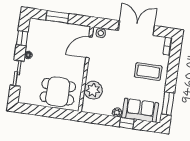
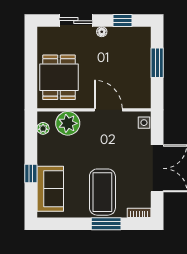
door: (89, 47) -> (108, 110), moved
coffee table: (148, 72) -> (102, 192), width x1.36, depth x1.32
window: (168, 103) -> (106, 224), moved
plant: (117, 112) -> (43, 128), moved

